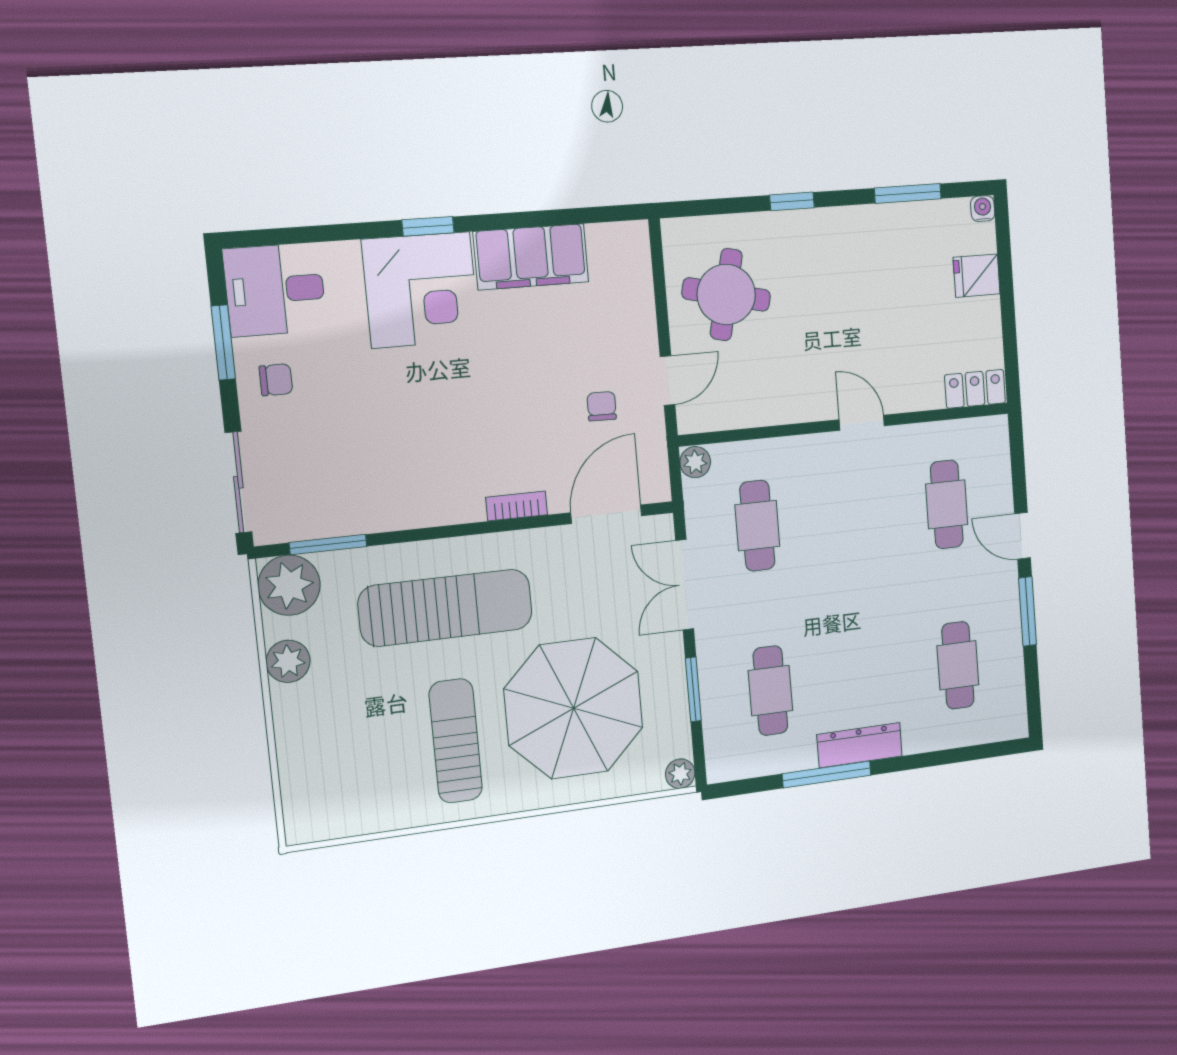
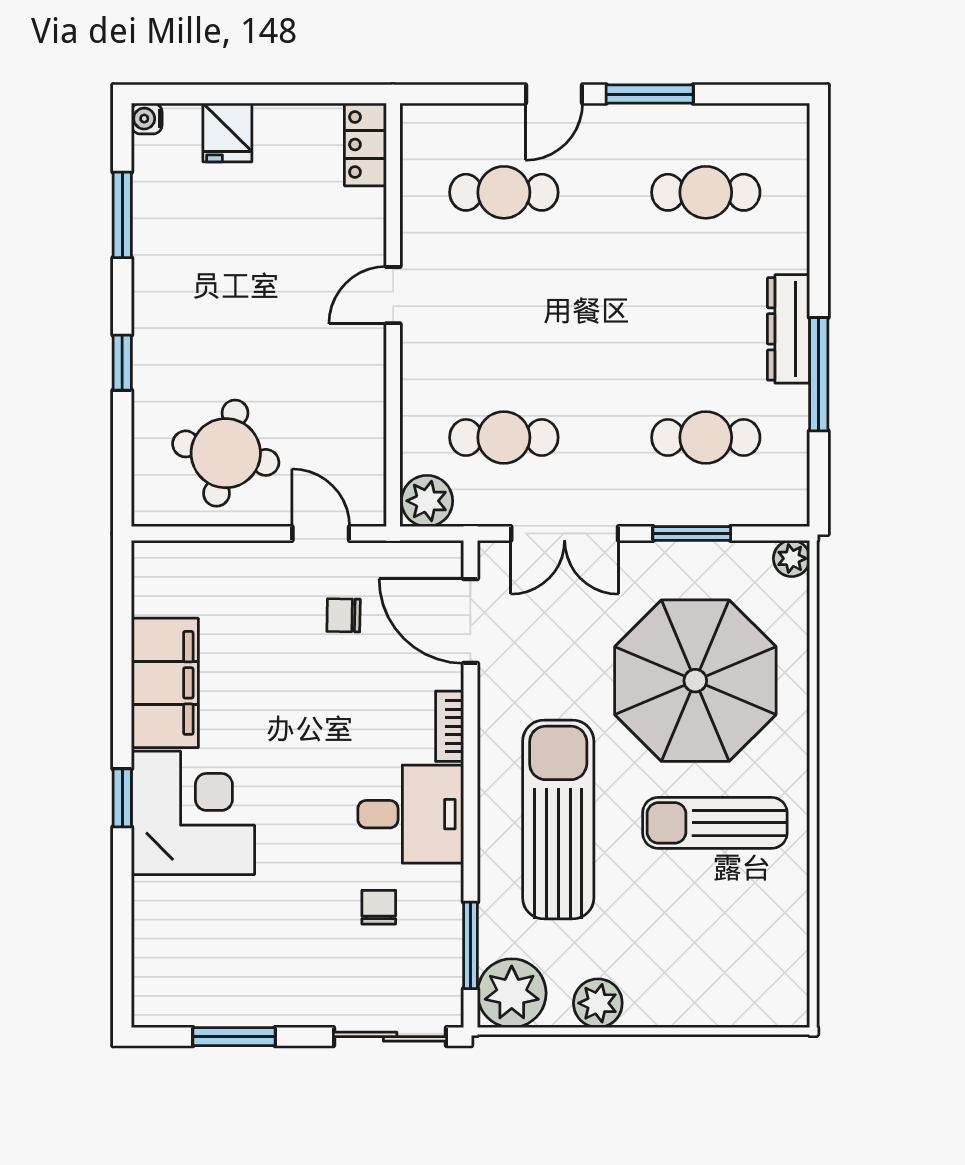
desk: (275, 290) -> (411, 814), moved, turned -90
chair: (276, 380) -> (379, 907), moved
plant: (695, 462) -> (427, 501), width x1.38, depth x1.38

